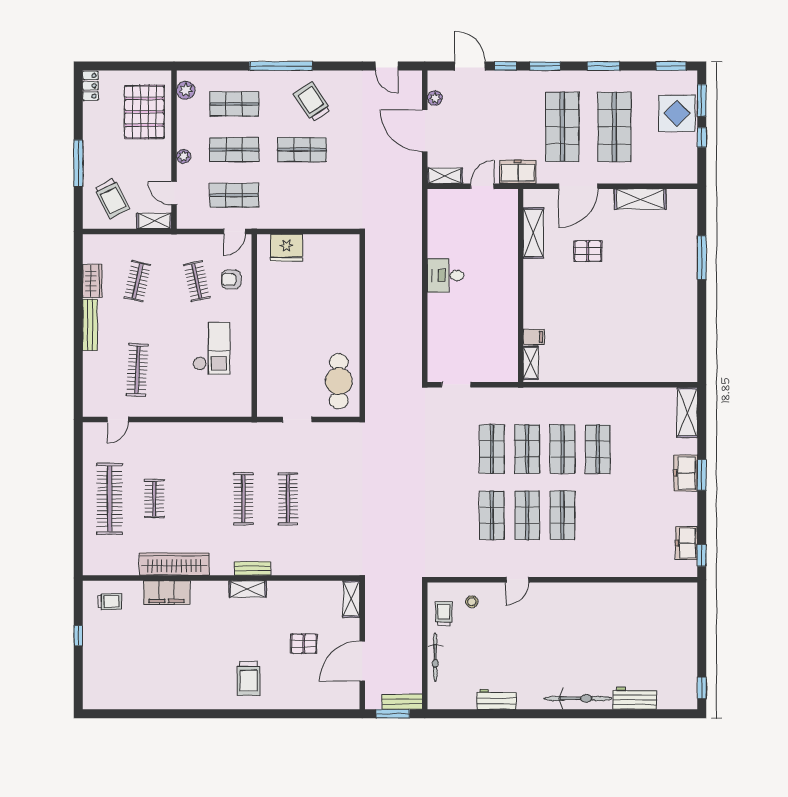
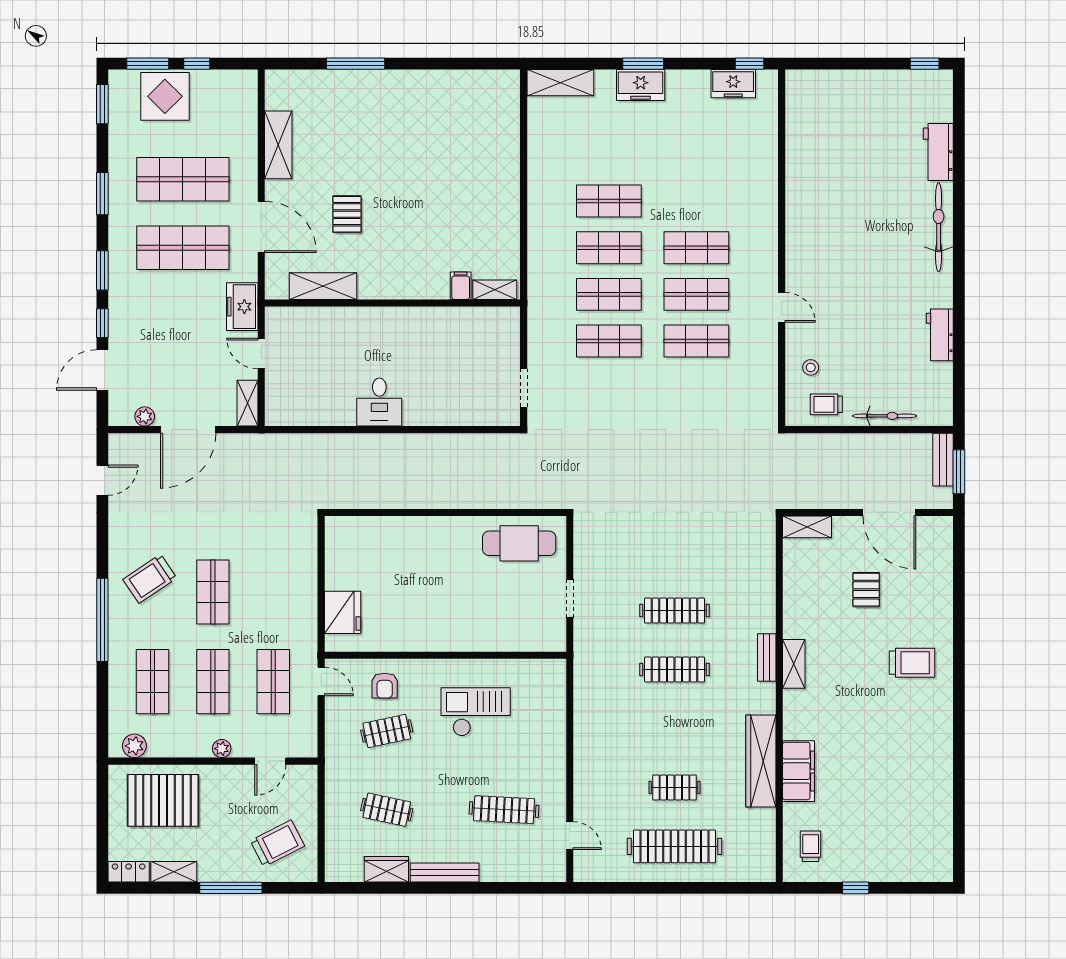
shelving: (154, 221) -> (174, 872), moved, turned 90

